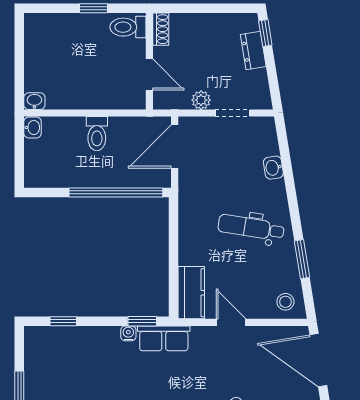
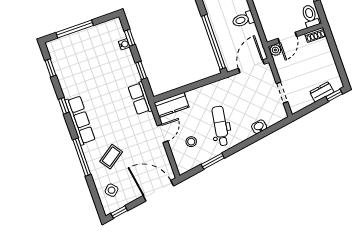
plant: (201, 100) -> (275, 50), moved
door: (175, 147) -> (251, 66), hinge flipped
stool: (285, 302) -> (191, 142), moved
window: (142, 321) -> (141, 70), moved
water cooler: (128, 333) -> (124, 44), moved
door: (318, 360) -> (158, 191), hinge flipped

